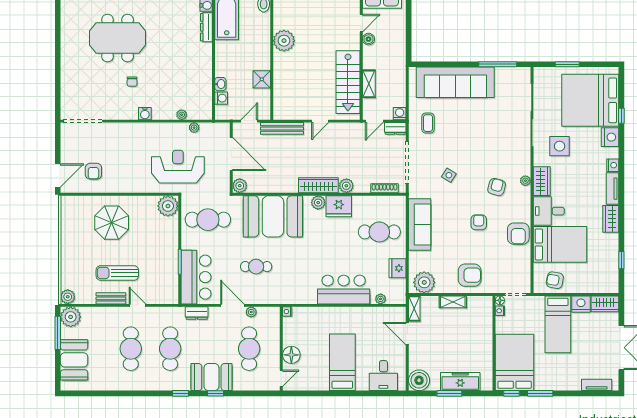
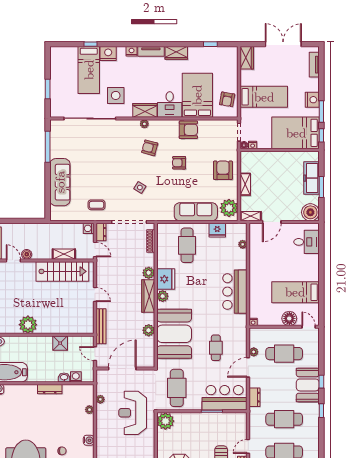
dresser: (206, 27) -> (50, 389), moved
sofa: (455, 82) -> (60, 182), width x0.74, depth x0.79
bed: (590, 100) -> (89, 70), width x0.49
plant: (240, 186) -> (149, 330), moved
sofa: (420, 225) -> (196, 212), moved
bar counter: (344, 290) -> (235, 292), moved
nightstand: (581, 304) -> (312, 100), moved, turned 180
bed: (342, 362) -> (295, 292), moved

